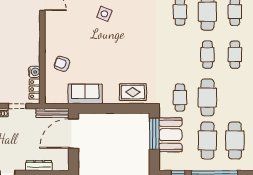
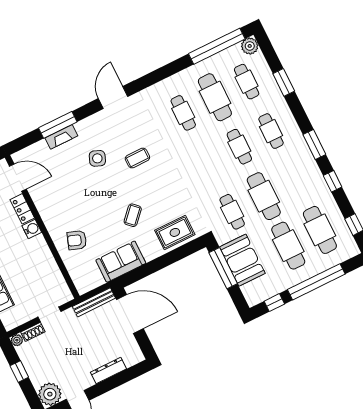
coffee table: (132, 27) -> (137, 158), added
coffee table: (109, 66) -> (133, 215), added
water cooler: (34, 72) -> (32, 229), moved
locker: (35, 89) -> (22, 209), moved
door: (73, 134) -> (130, 314), swing flipped

